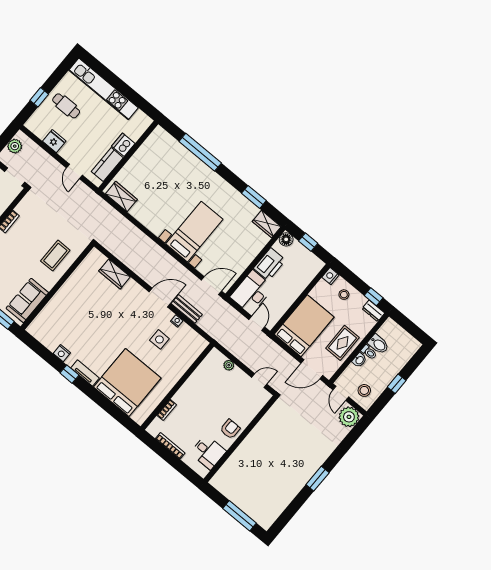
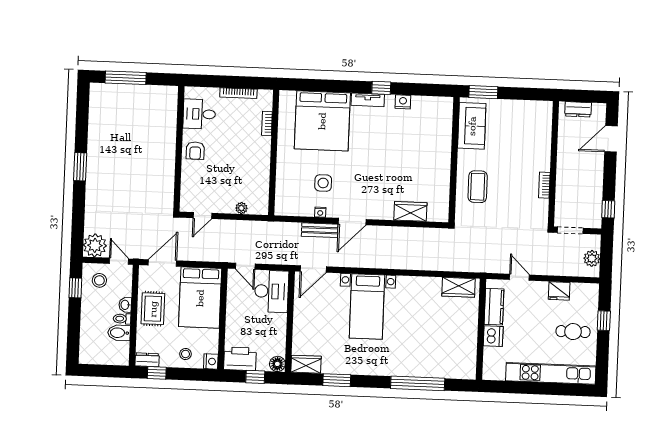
printer: (270, 264) -> (240, 359), moved, turned 90
window: (397, 384) -> (75, 288), moved

